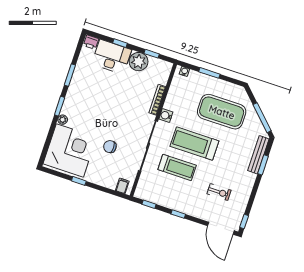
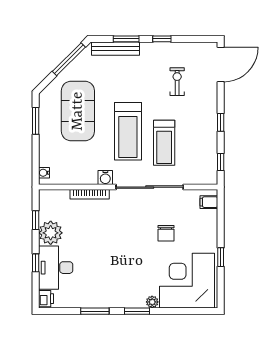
window: (209, 73) -> (36, 121), moved
treadmill: (177, 167) -> (164, 143), turned 180
window: (244, 222) -> (162, 39), moved

